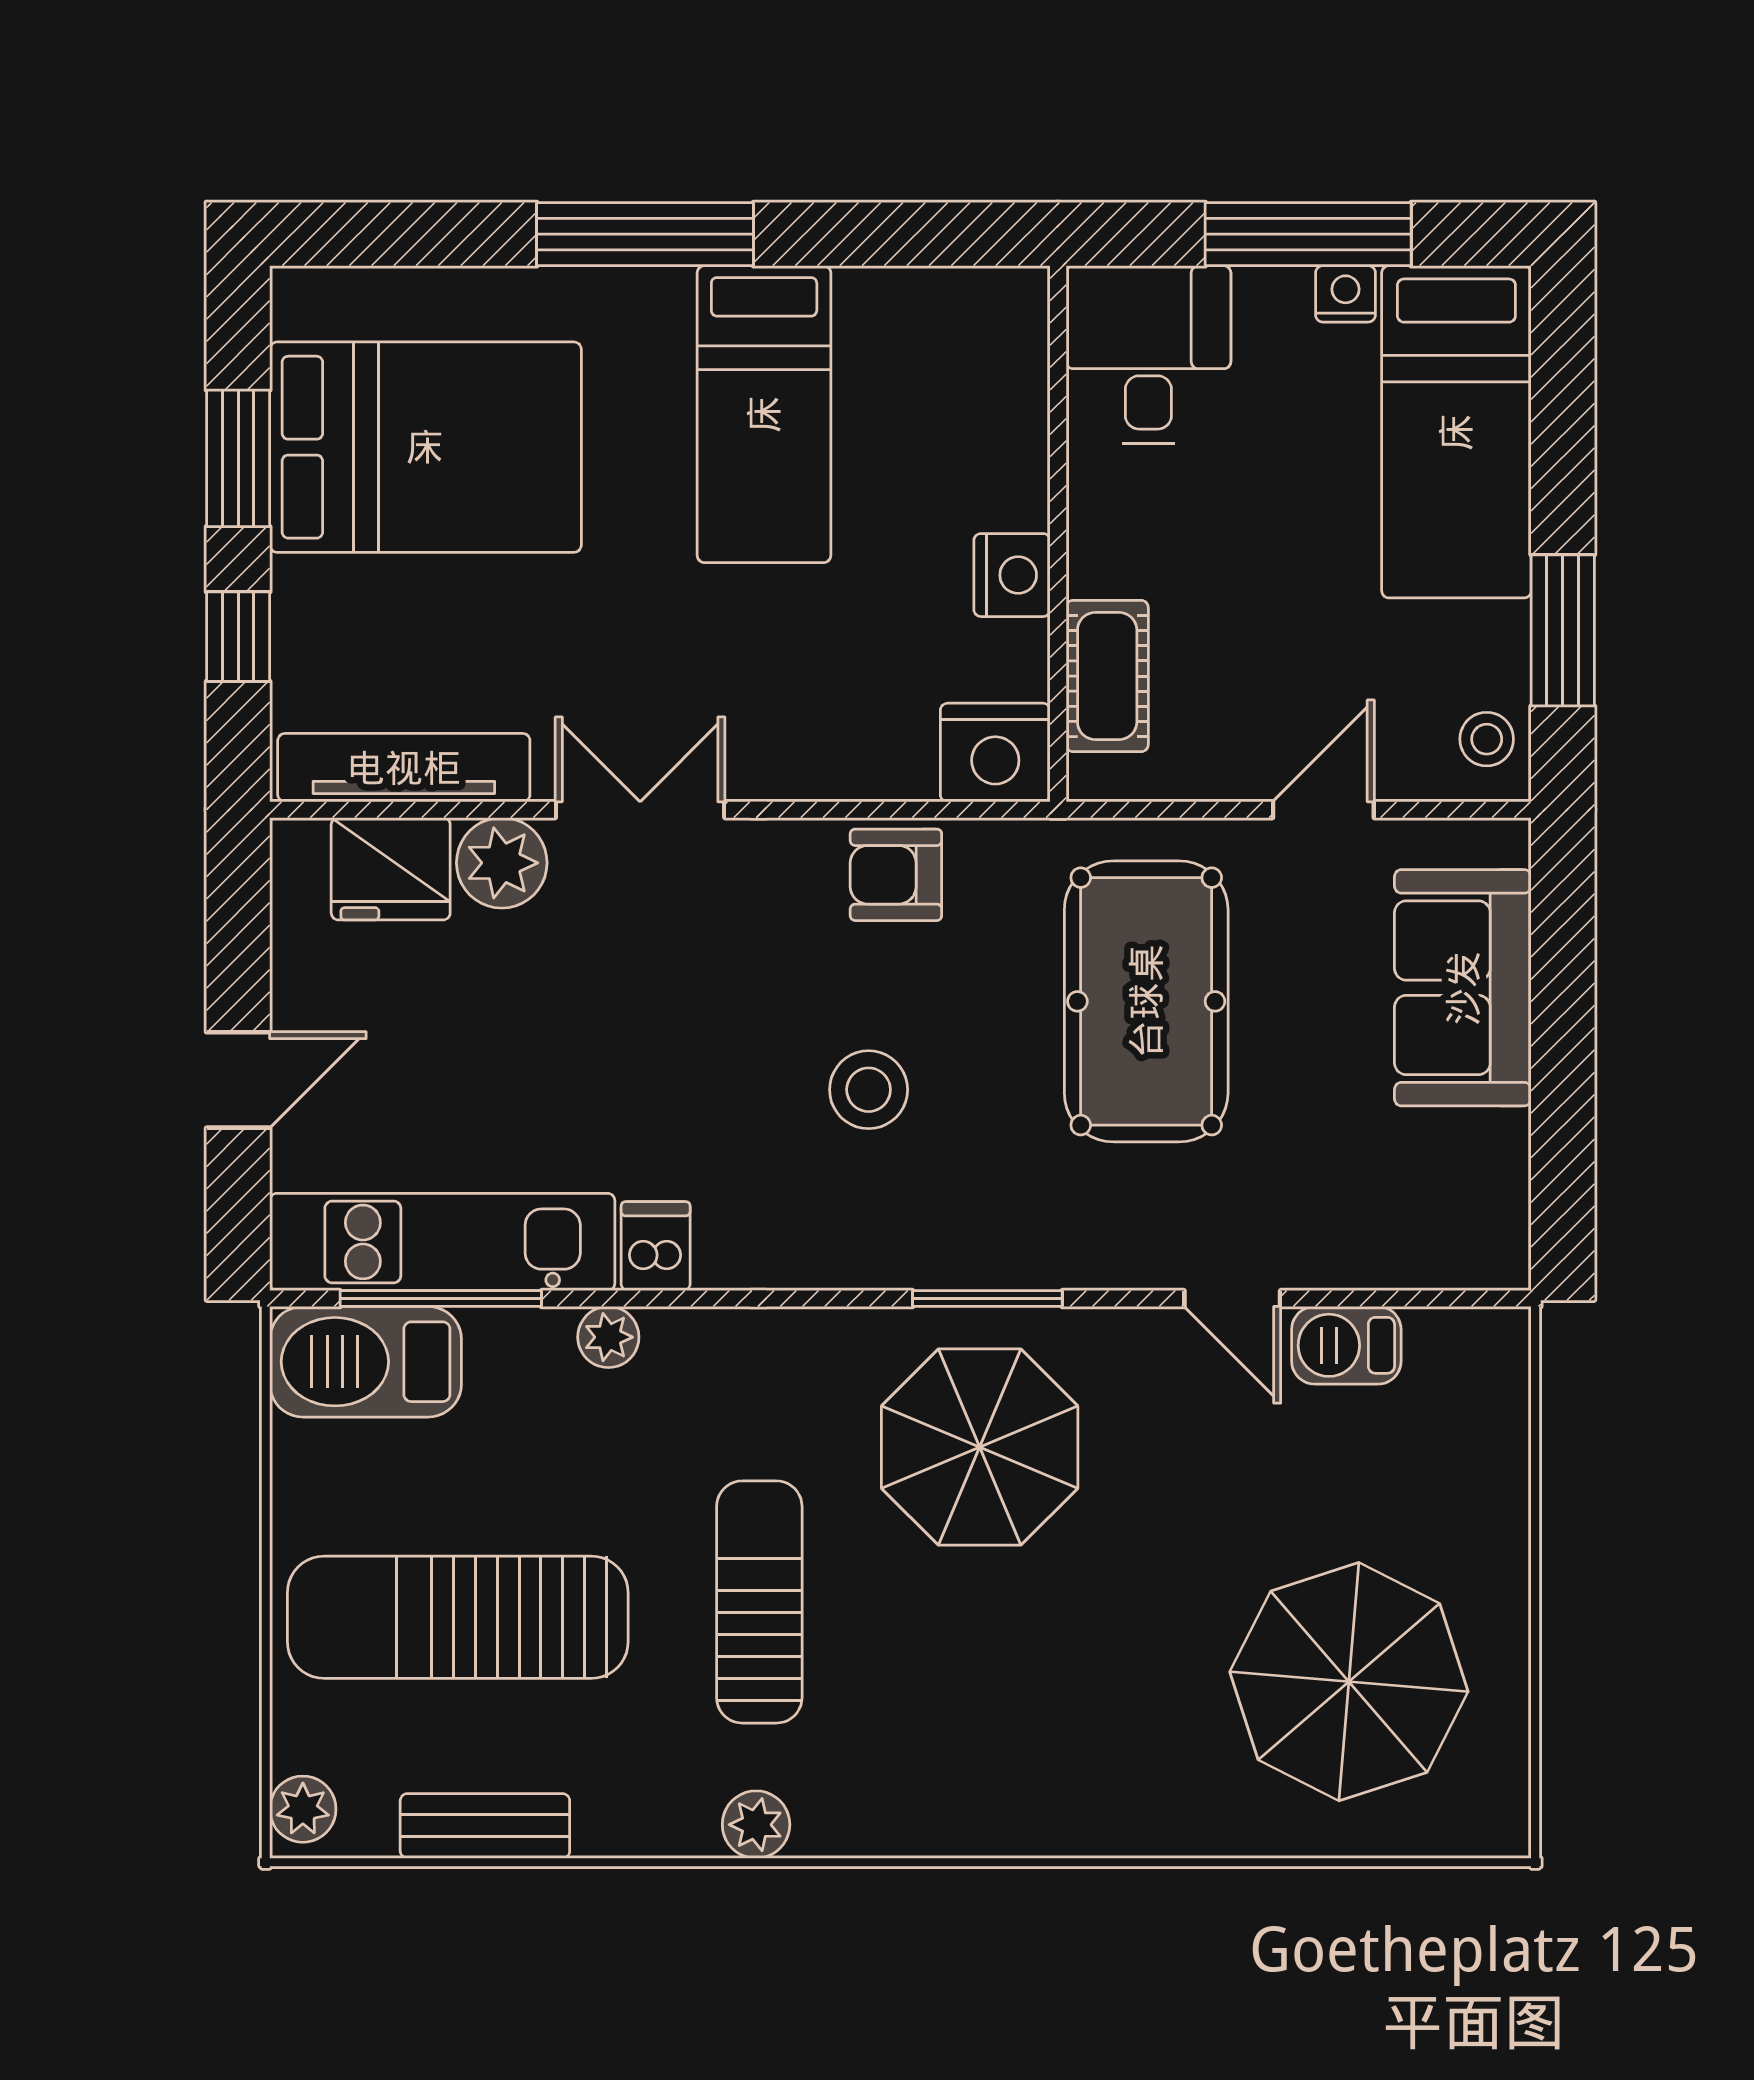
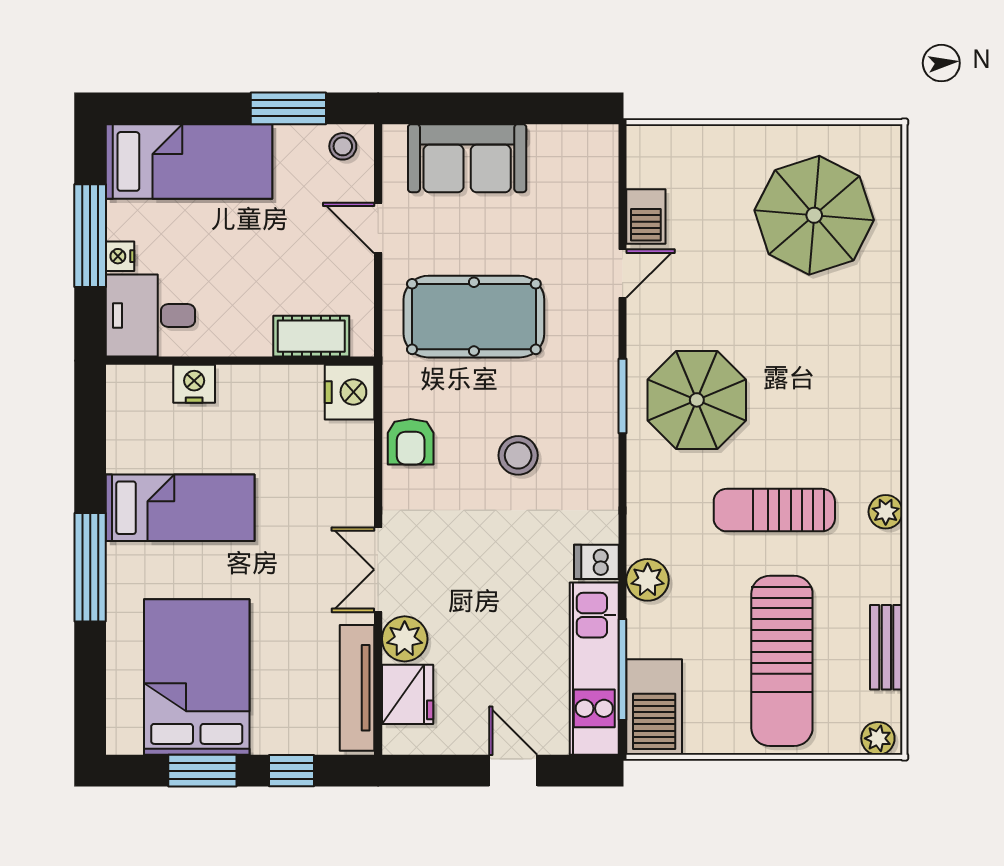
nightstand: (1346, 294) -> (120, 256), moved
nightstand: (1012, 575) -> (194, 384), moved
plant: (608, 1337) -> (648, 580), width x1.38, depth x1.38

